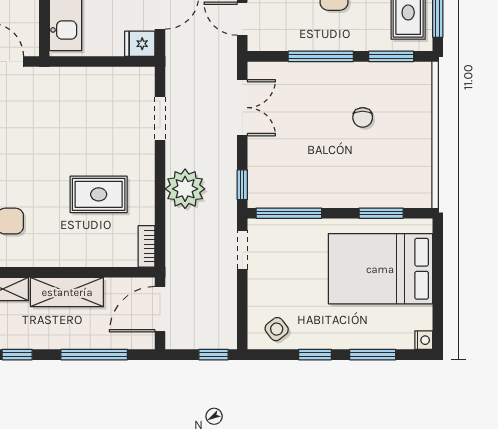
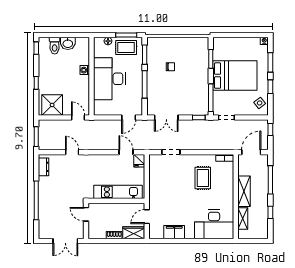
double door: (242, 108) -> (166, 117), swing flipped
plant: (185, 189) -> (200, 142), removed
bed: (380, 269) -> (235, 76), moved, turned -90
door: (160, 309) -> (251, 152), swing flipped

